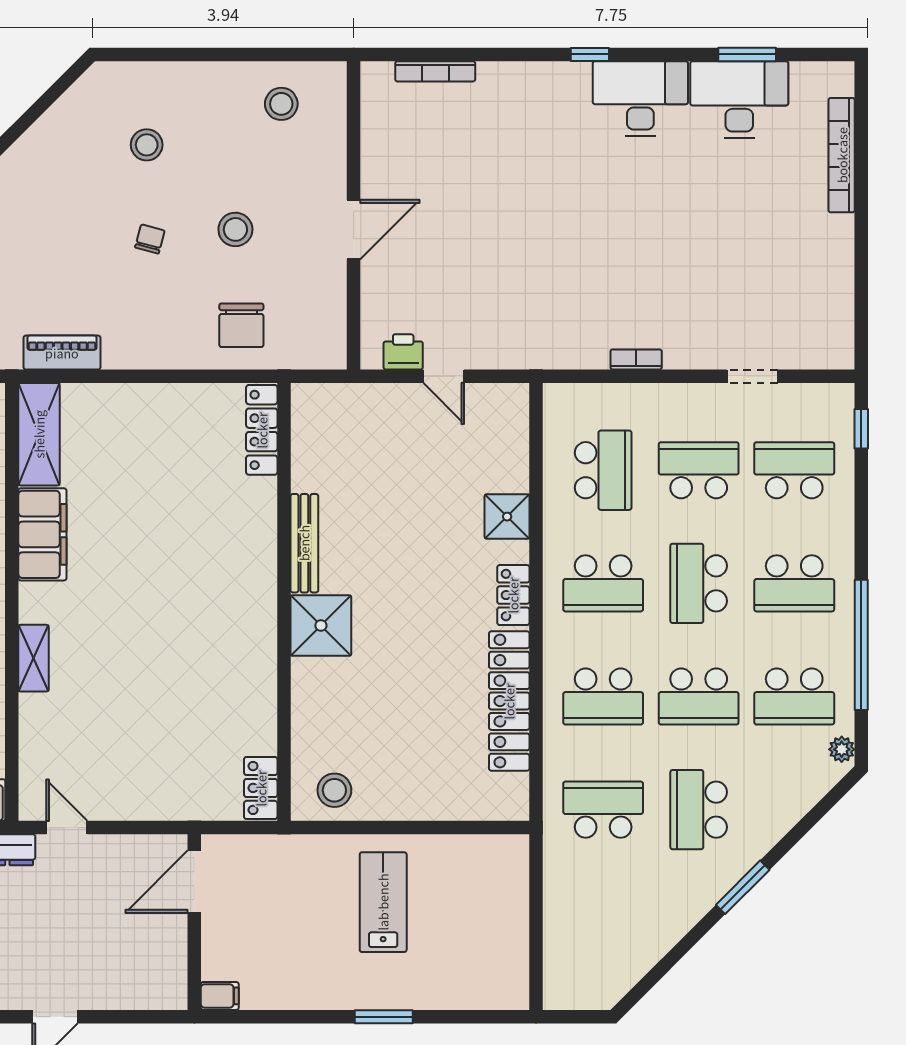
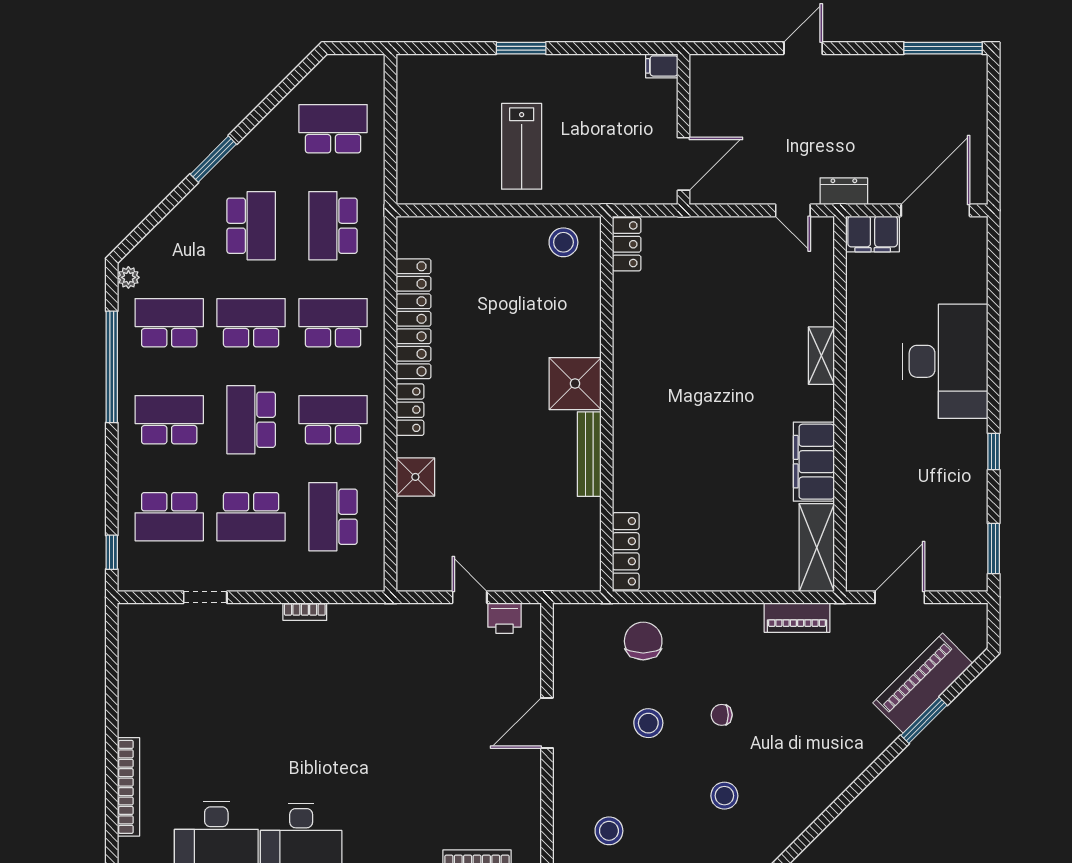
chair: (150, 239) -> (722, 715), turned 75
school desk: (699, 583) -> (251, 420), turned 180
school desk: (603, 810) -> (333, 226), turned 90
school desk: (603, 923) -> (333, 129), added

